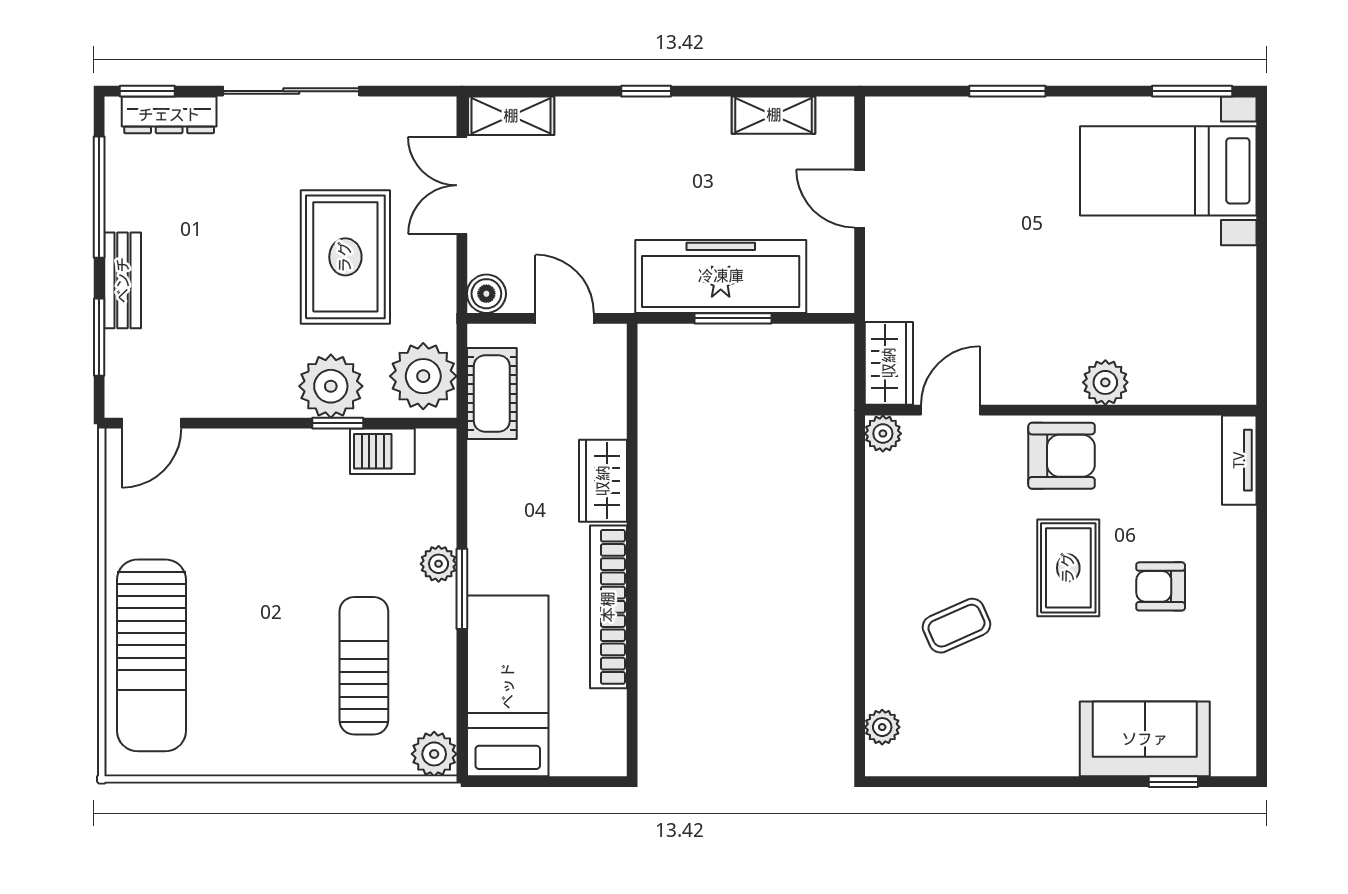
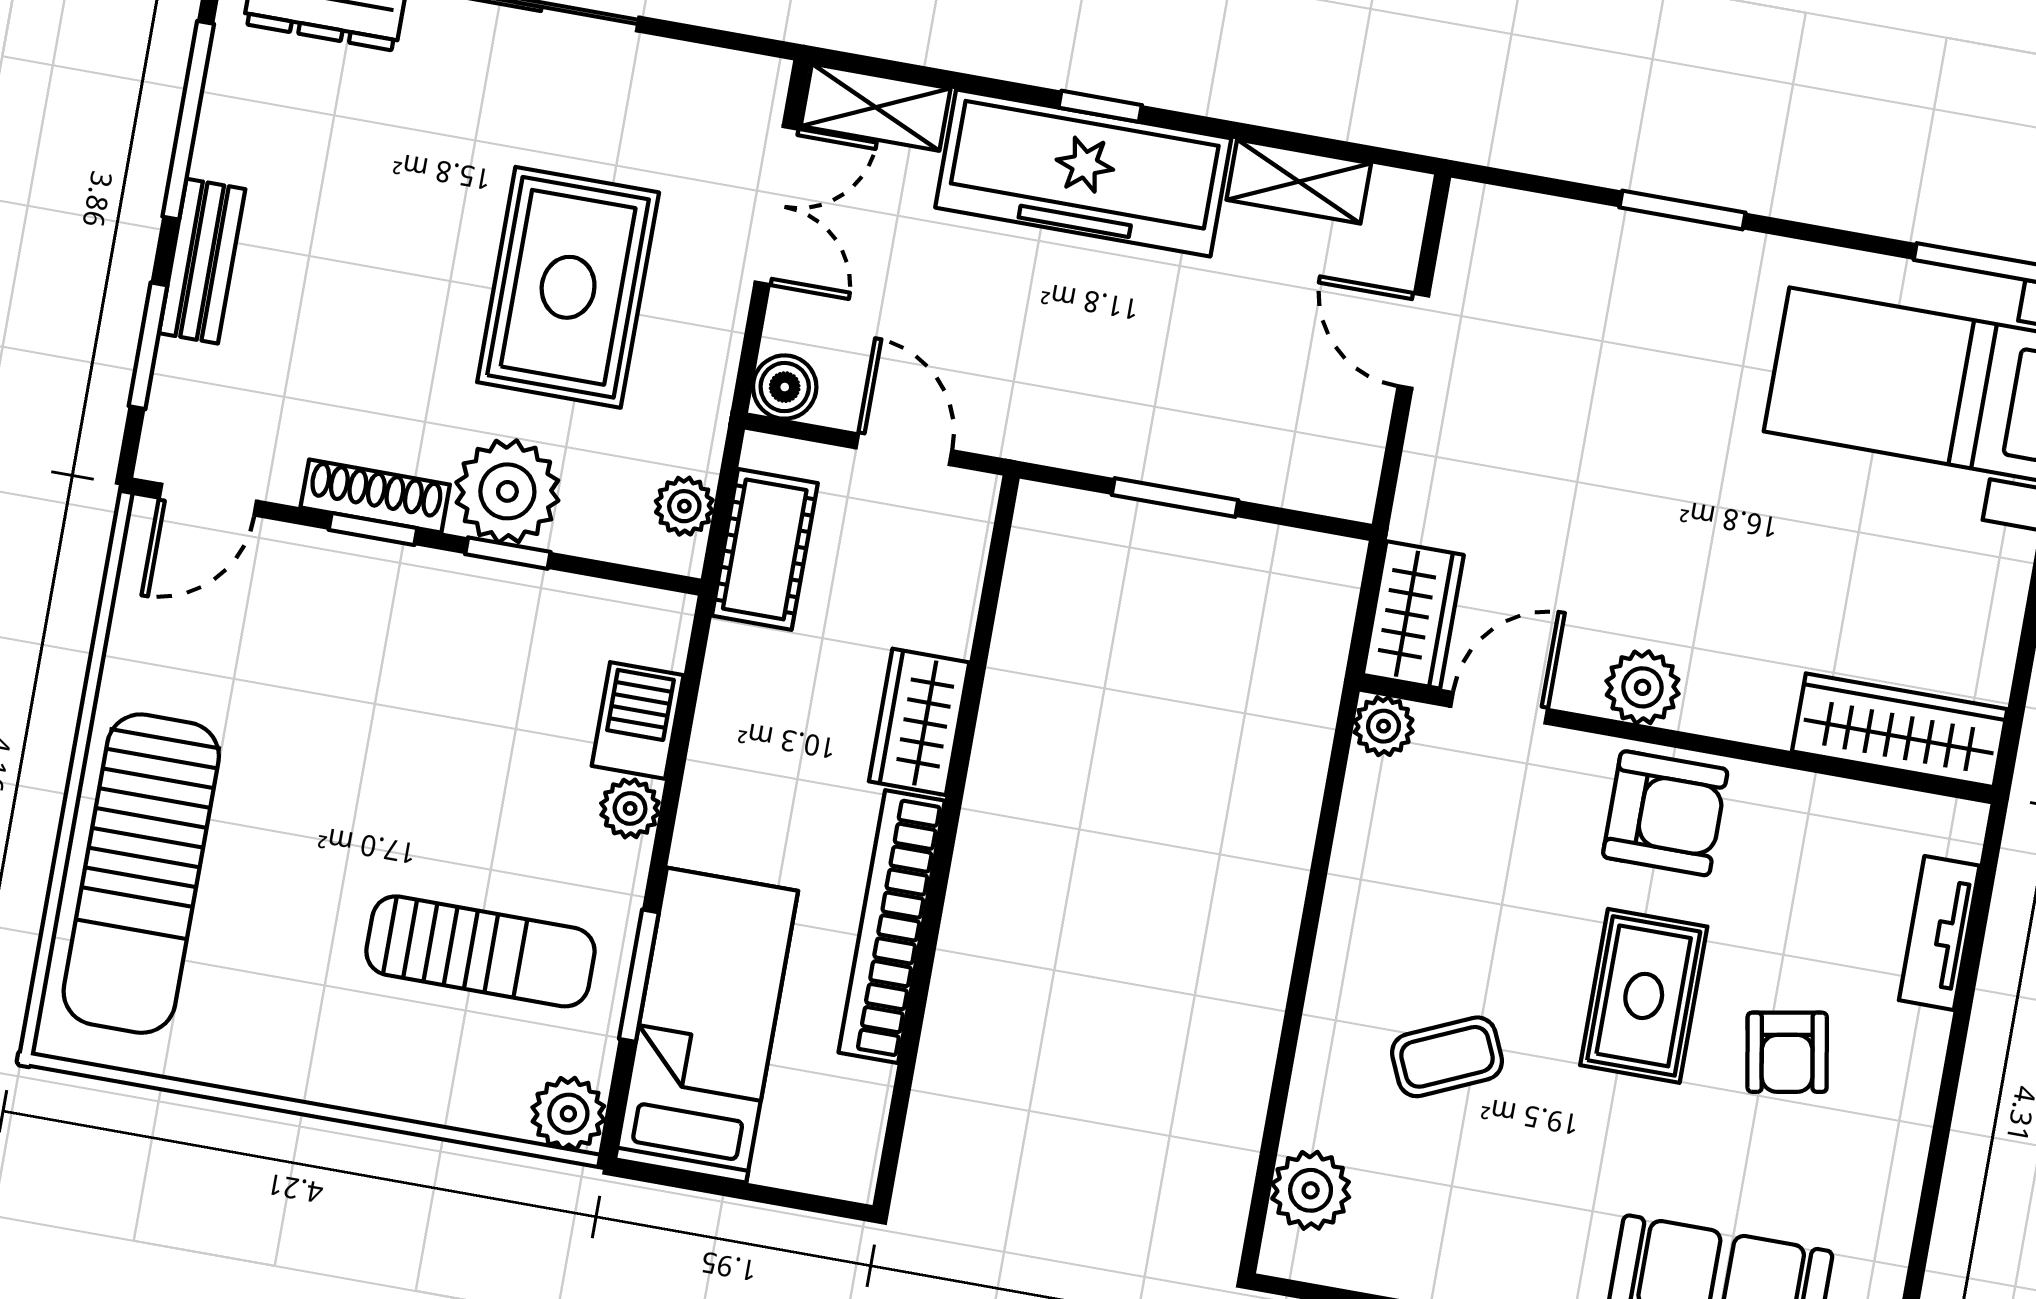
double door: (462, 185) -> (776, 205), swing flipped
freezer: (721, 276) -> (1083, 173), moved, turned 180
plant: (423, 376) -> (684, 506), width x0.53, depth x0.53
wardrobe: (1194, 381) -> (1900, 730), added
plant: (1105, 382) -> (1643, 687), moved
shoe rack: (252, 403) -> (375, 496), added
window: (254, 423) -> (373, 529), added
barbecue: (382, 451) -> (638, 721), moved, turned 90
tv unit: (1239, 460) -> (1939, 933), moved
armchair: (1161, 586) -> (1787, 1052), turned -100
window: (462, 589) -> (639, 976), moved
sun lounger: (364, 666) -> (480, 951), turned 90
plant: (882, 727) -> (1311, 1190), width x1.38, depth x1.38

